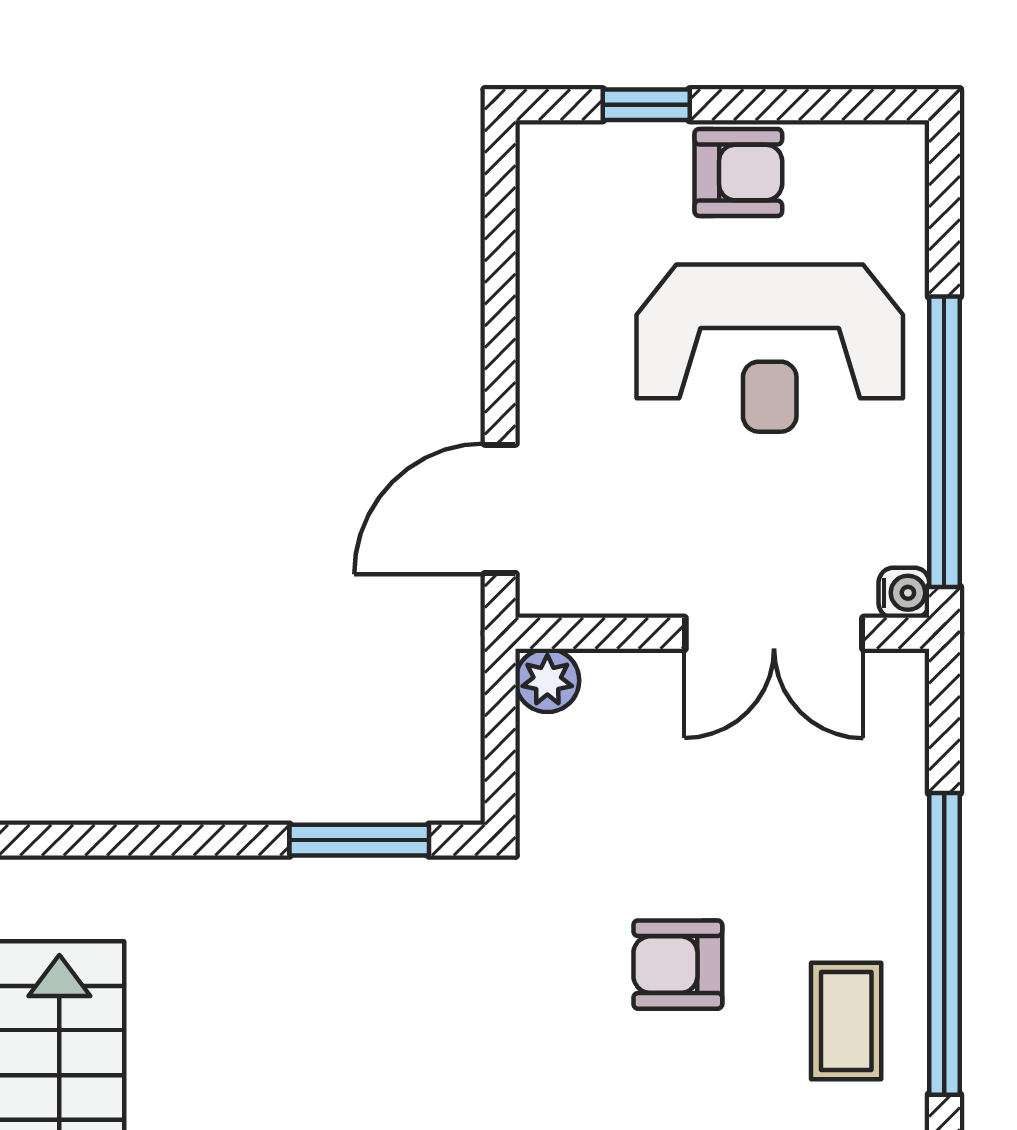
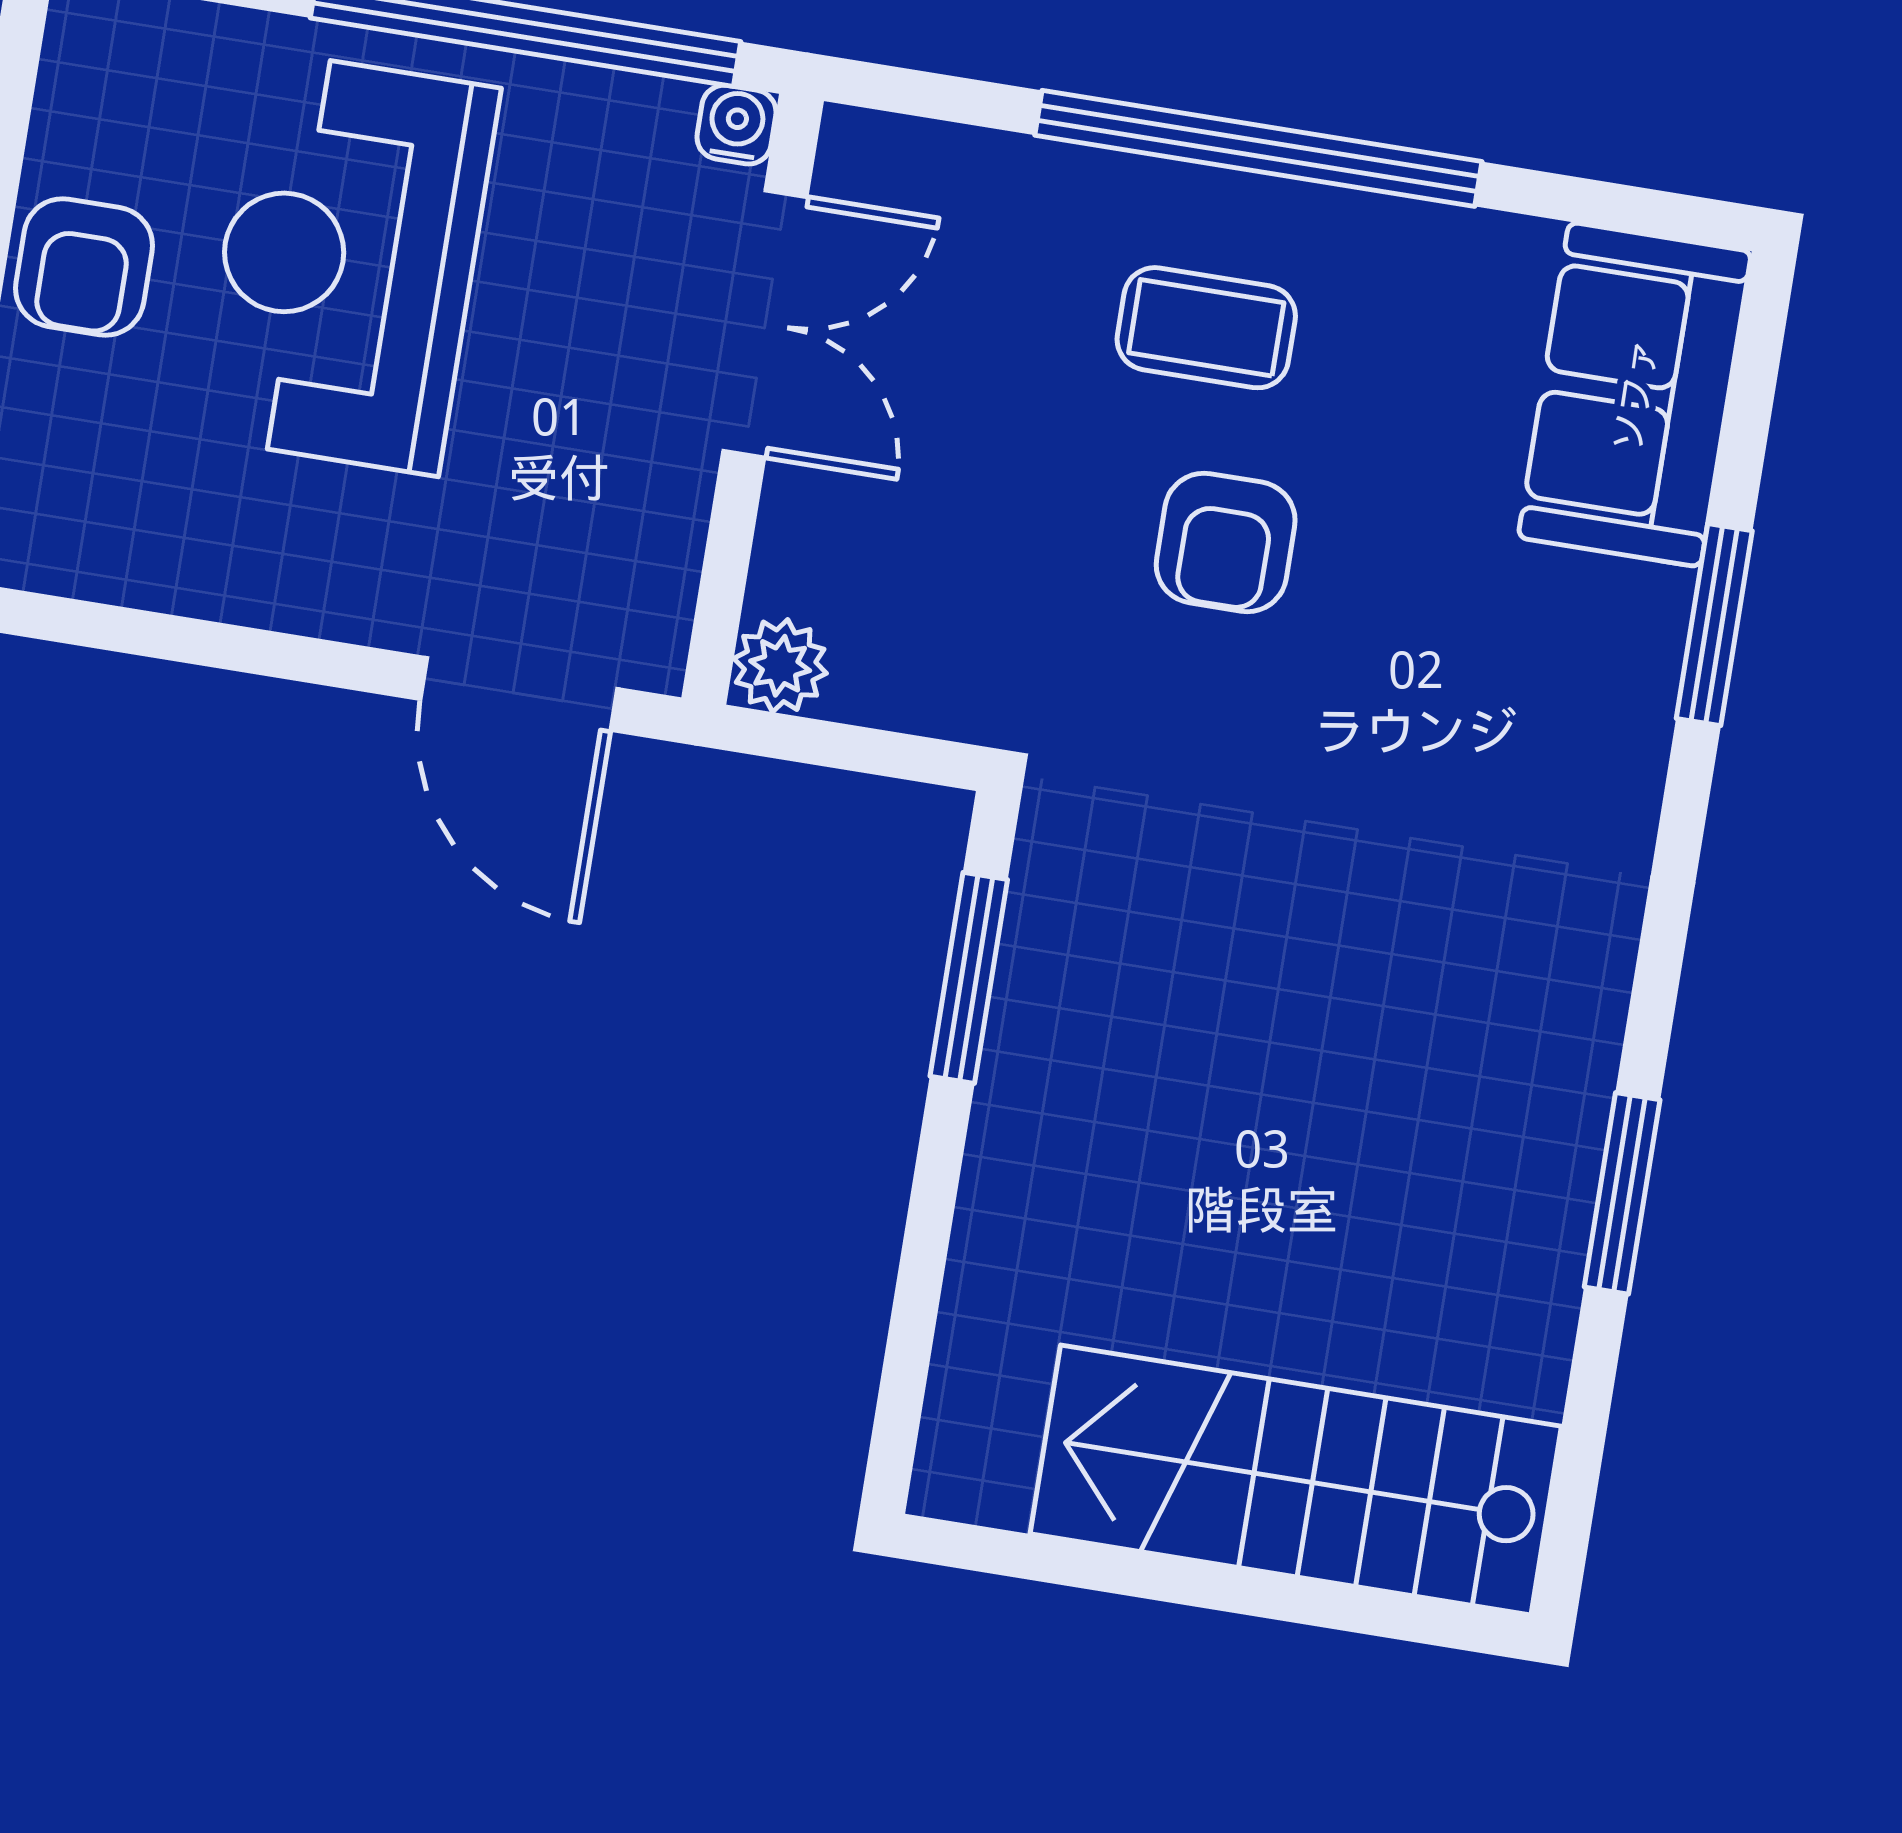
armchair: (738, 173) -> (84, 267), turned 180
reception desk: (770, 348) -> (348, 263), turned 180
coffee table: (846, 1021) -> (1206, 328), moved

